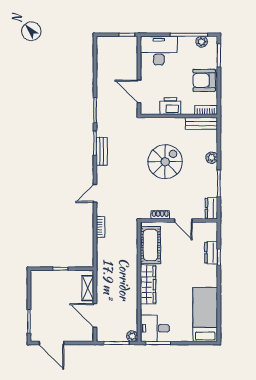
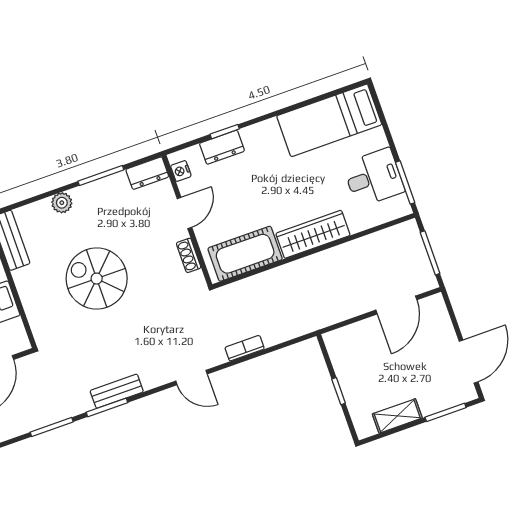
nightstand: (206, 227) -> (181, 171), added
shelving: (88, 288) -> (397, 416), moved
desk: (155, 328) -> (374, 178), moved, turned -90
plant: (132, 336) -> (409, 230), removed

